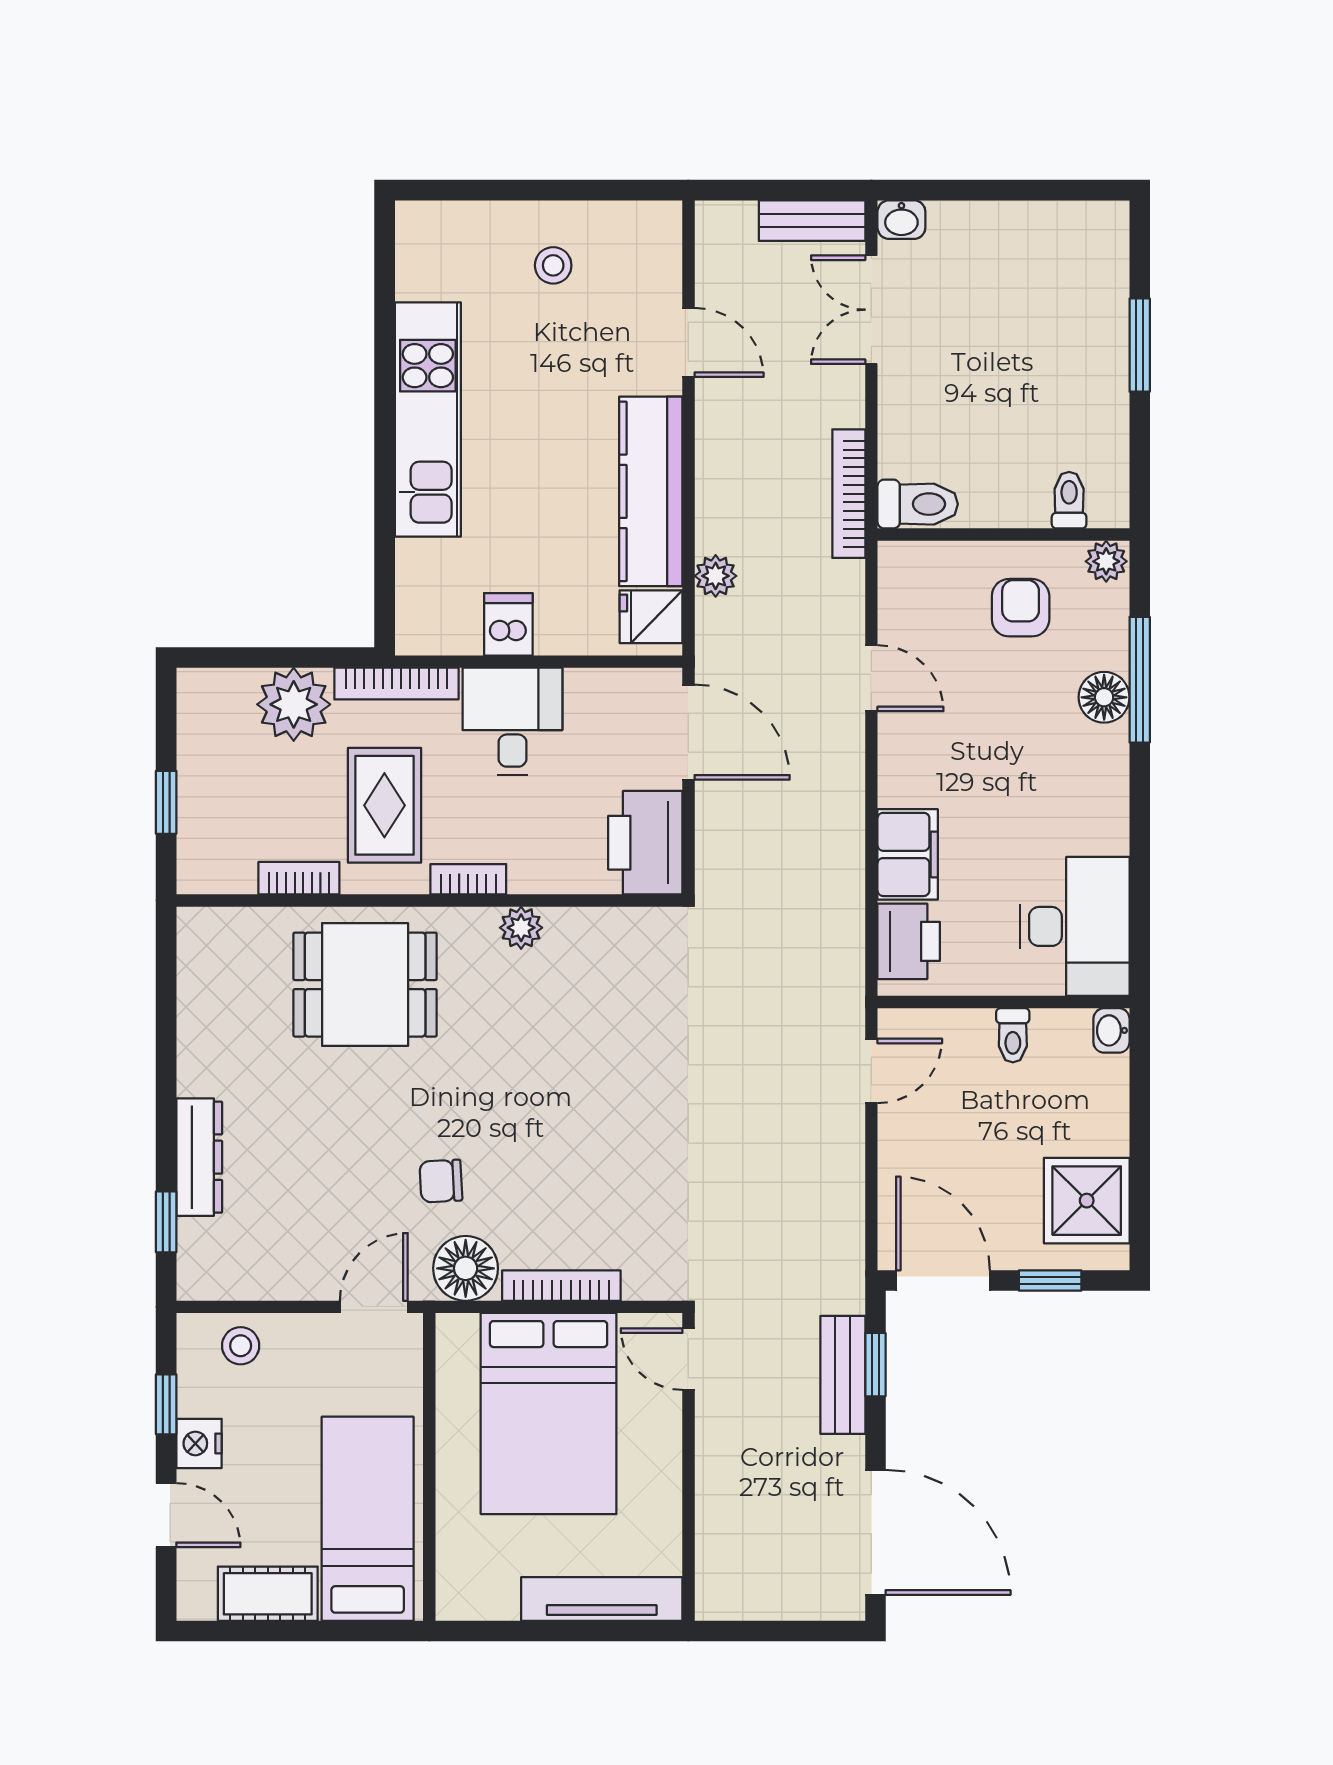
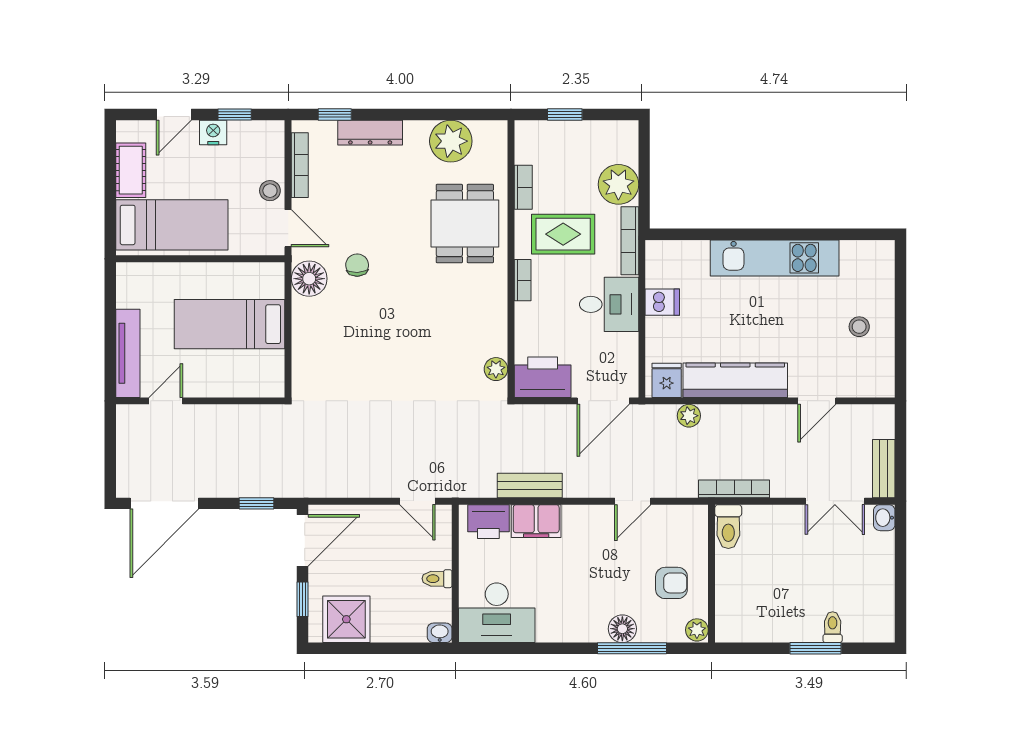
double door: (871, 310) -> (835, 501), swing flipped
toilet: (1069, 500) -> (833, 627), moved, turned -90
plant: (521, 928) -> (496, 369), moved
plant: (215, 1010) -> (451, 141), added
bookcase: (561, 1286) -> (300, 165), moved
stool: (241, 1346) -> (270, 191), moved
door: (688, 1359) -> (166, 401), moved
bench: (843, 1375) -> (530, 485), moved
bed: (549, 1414) -> (230, 324), width x0.67

